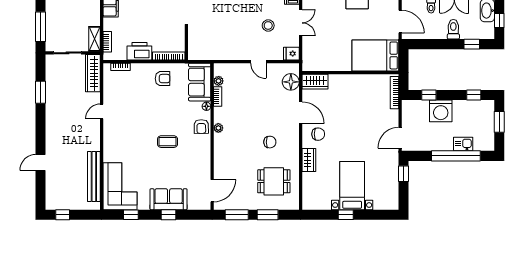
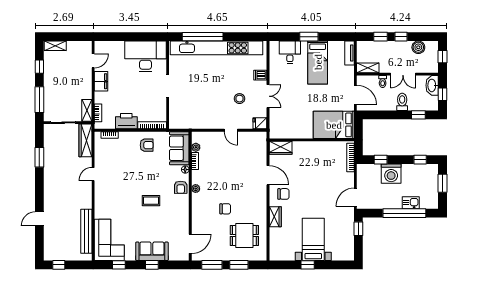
floor lamp: (291, 82) -> (259, 148), removed
chair: (270, 142) -> (225, 209), moved

